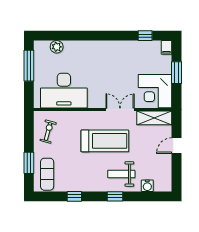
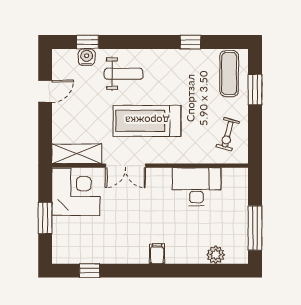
filing cabinet: (167, 47) -> (157, 254), moved
desk: (64, 91) -> (196, 187), width x0.73, depth x0.77
door: (177, 146) -> (45, 91), moved
window: (115, 196) -> (87, 42), moved

